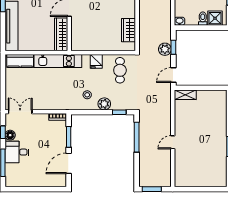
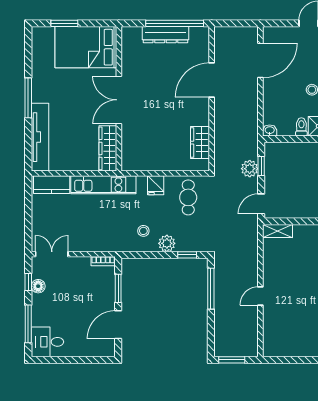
desk: (17, 152) -> (47, 342), moved

